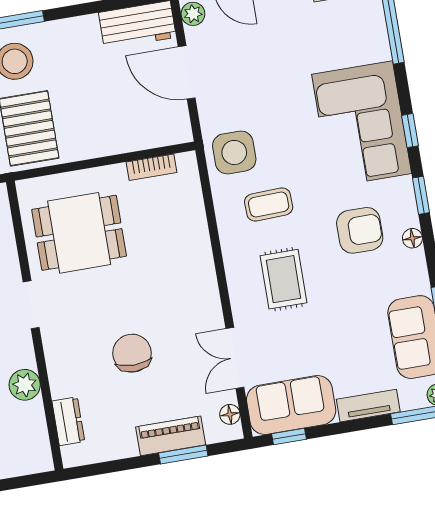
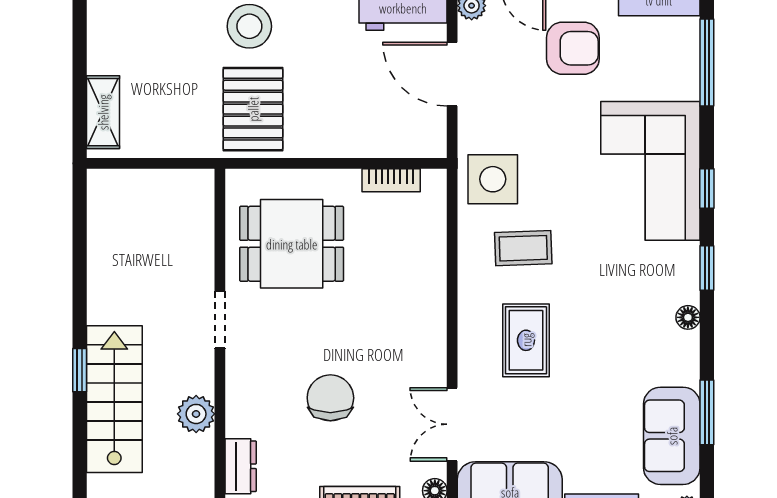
armchair: (360, 230) -> (573, 48), moved

